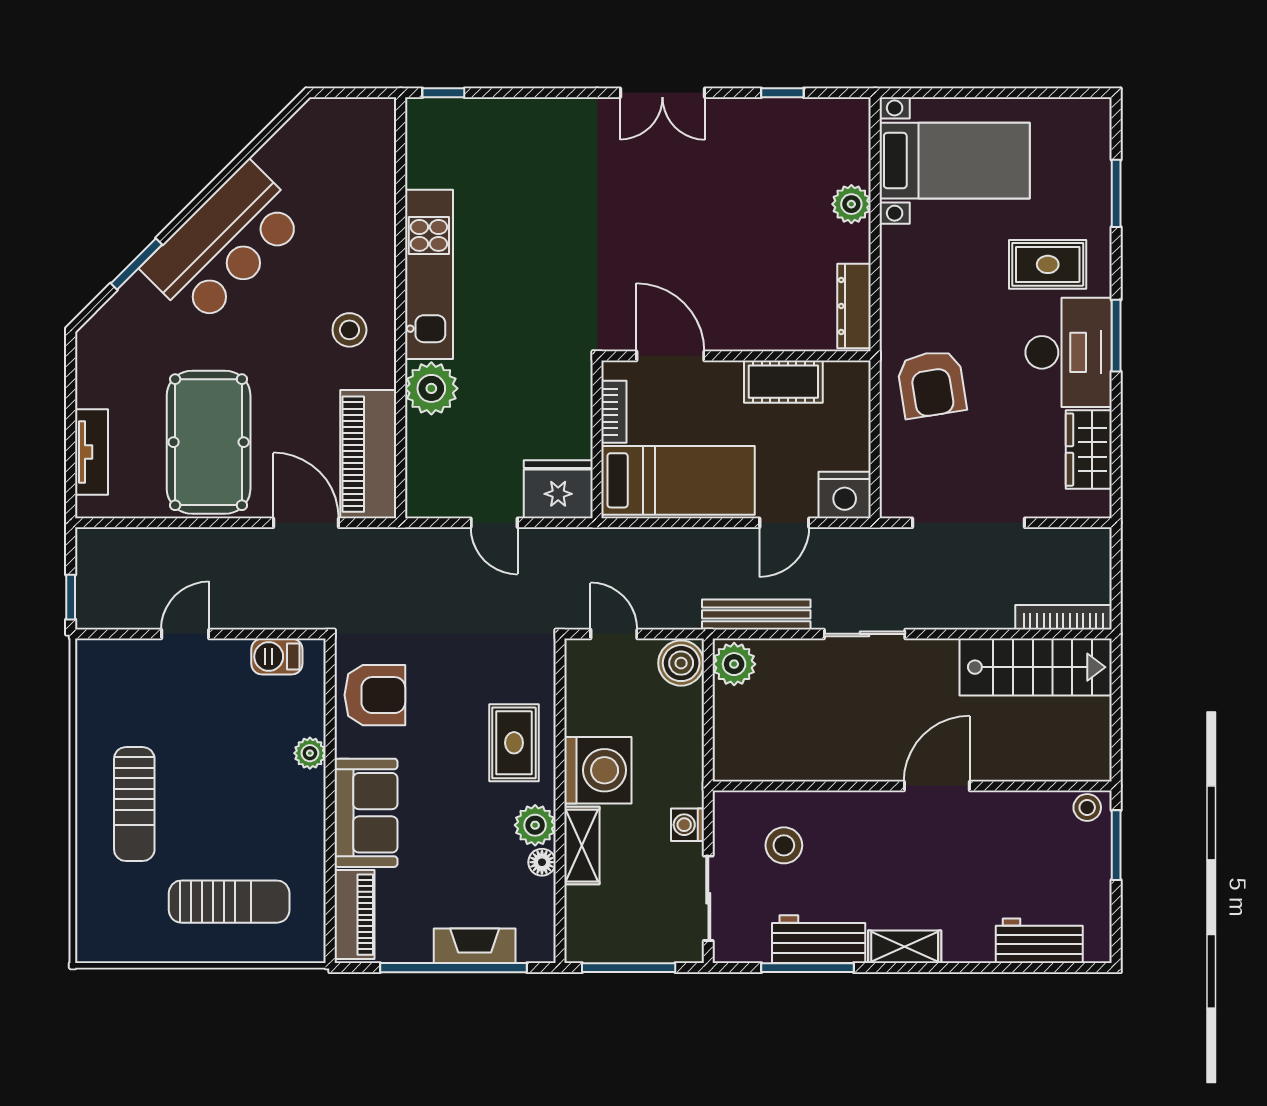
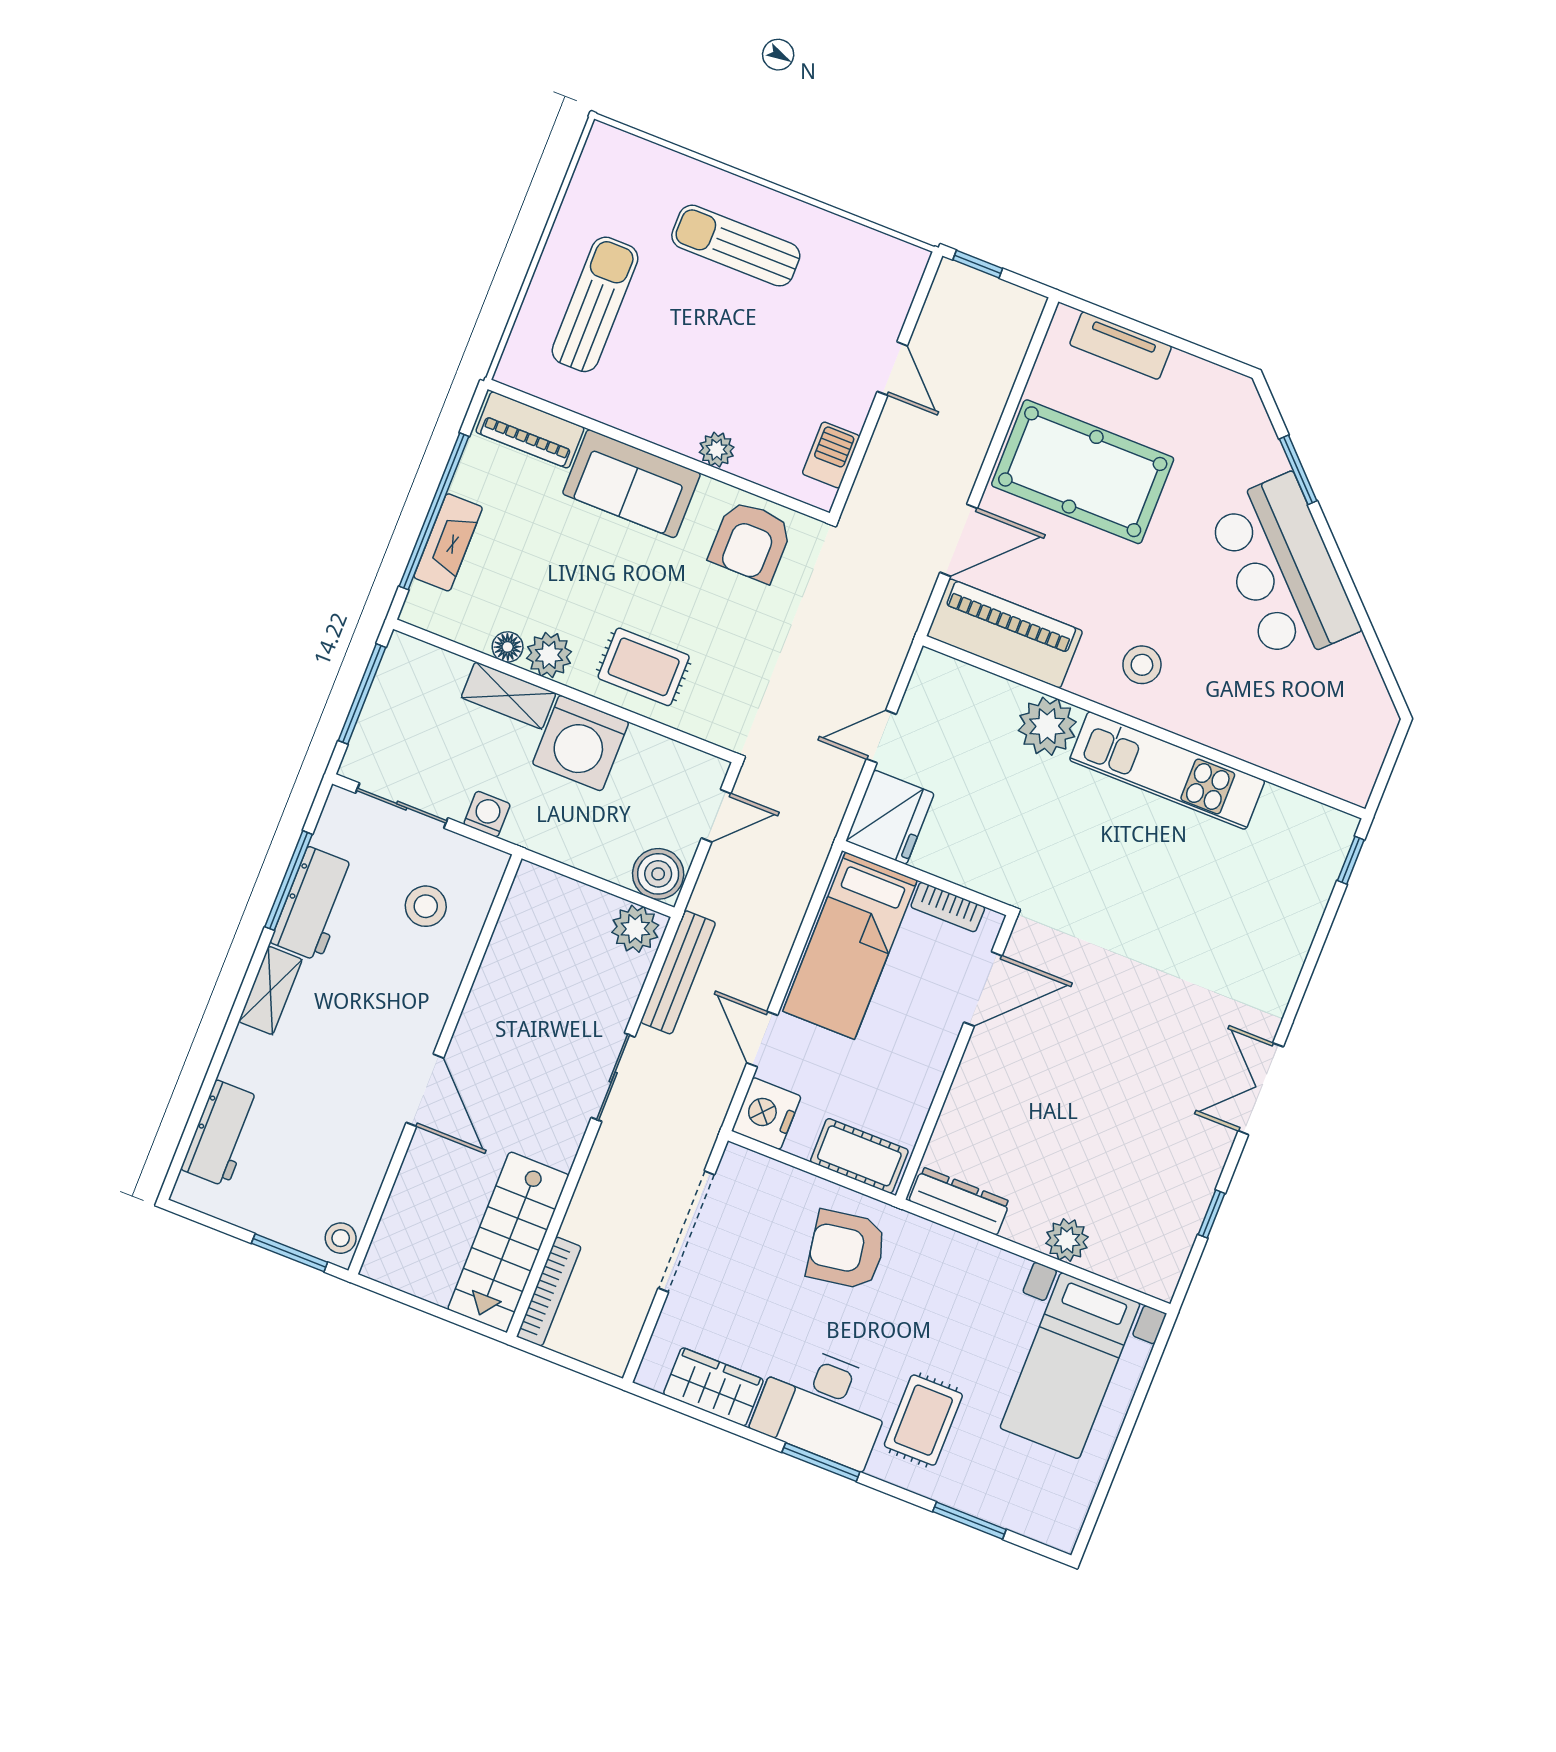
cot: (783, 382) -> (859, 1156), moved, turned 90
sun lounger: (229, 902) -> (595, 304), turned 180

